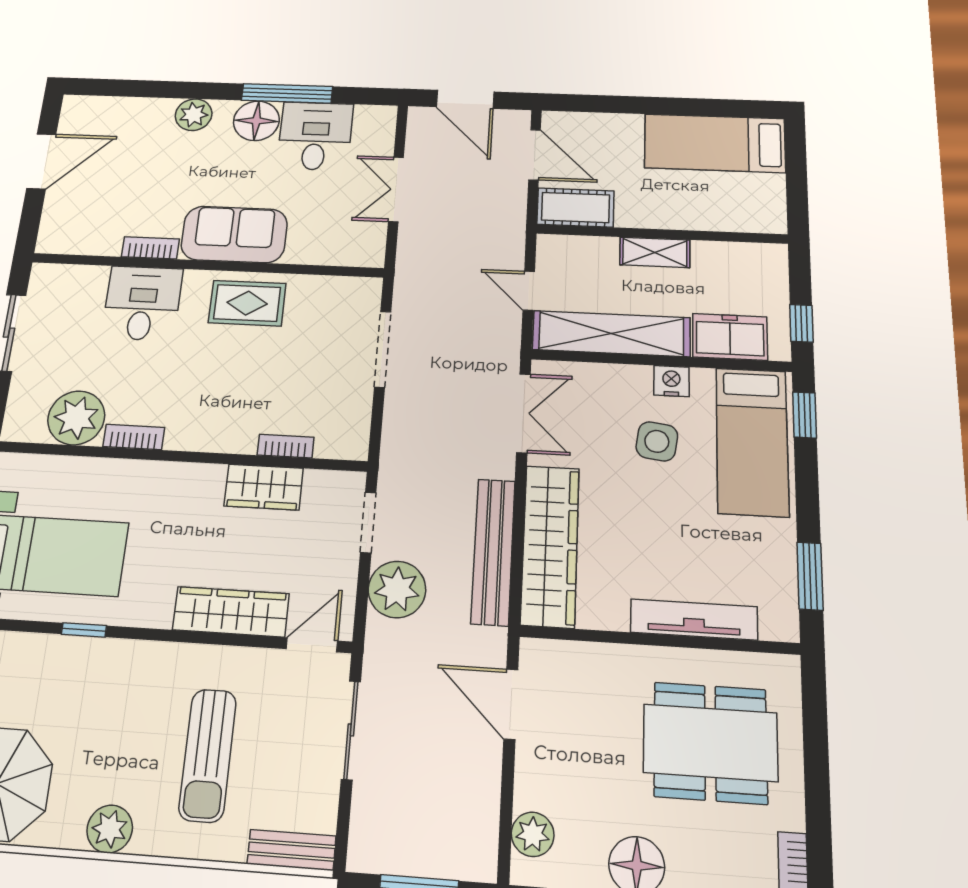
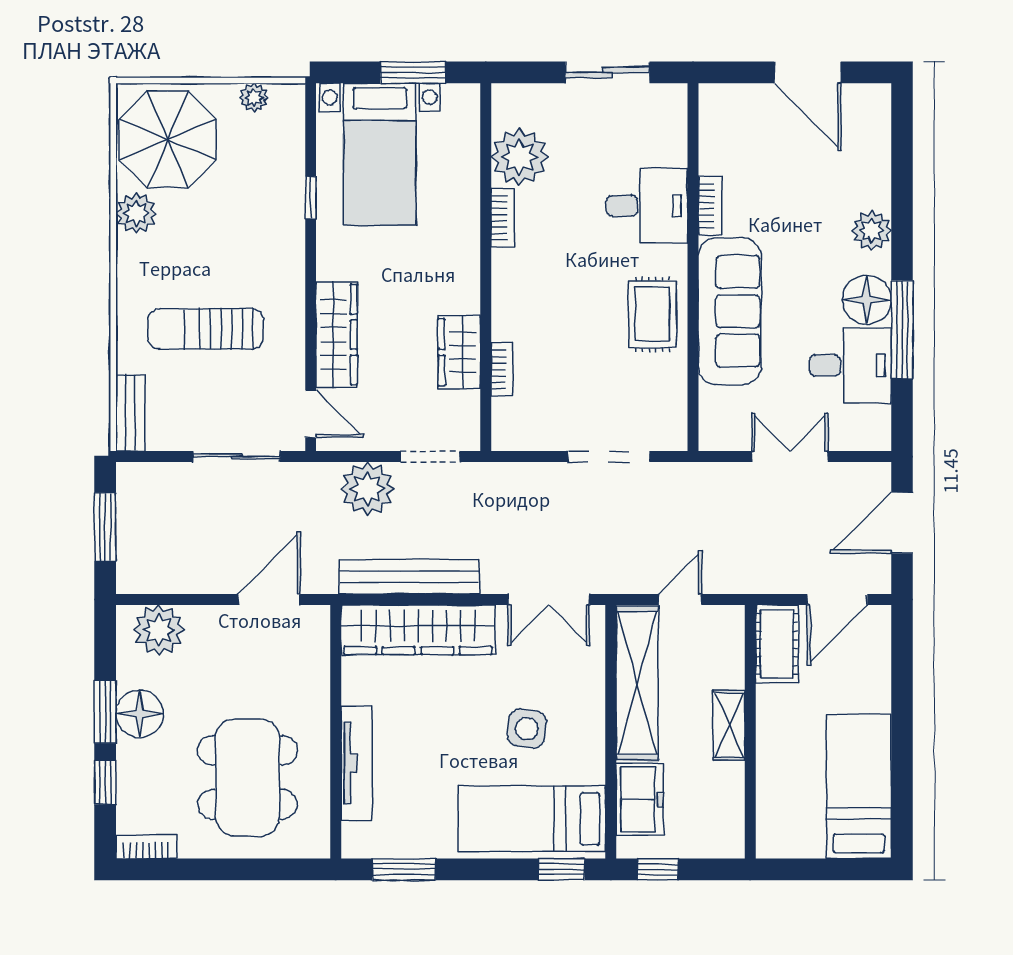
sofa: (234, 234) -> (730, 311), width x1.36
nightstand: (671, 381) -> (590, 742), removed
plant: (110, 829) -> (136, 213), moved
plant: (533, 834) -> (159, 630), width x1.36, depth x1.36

